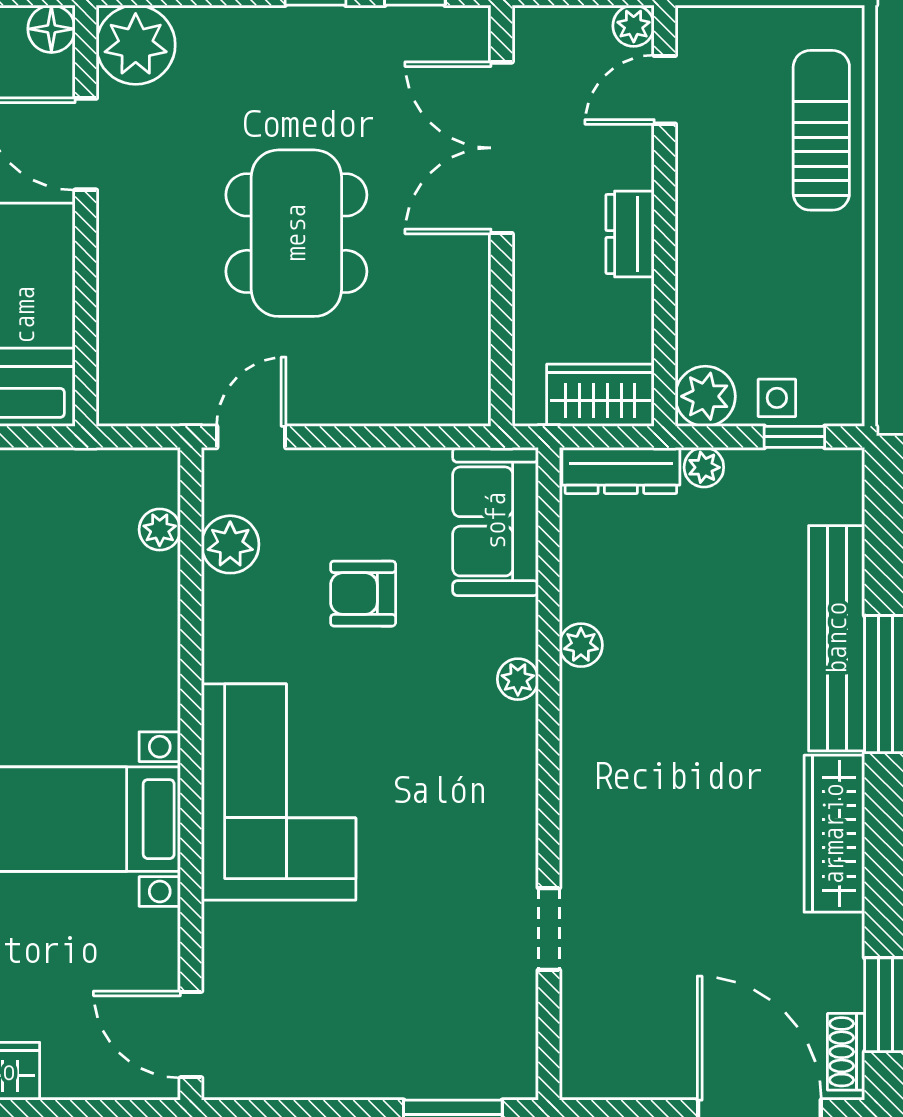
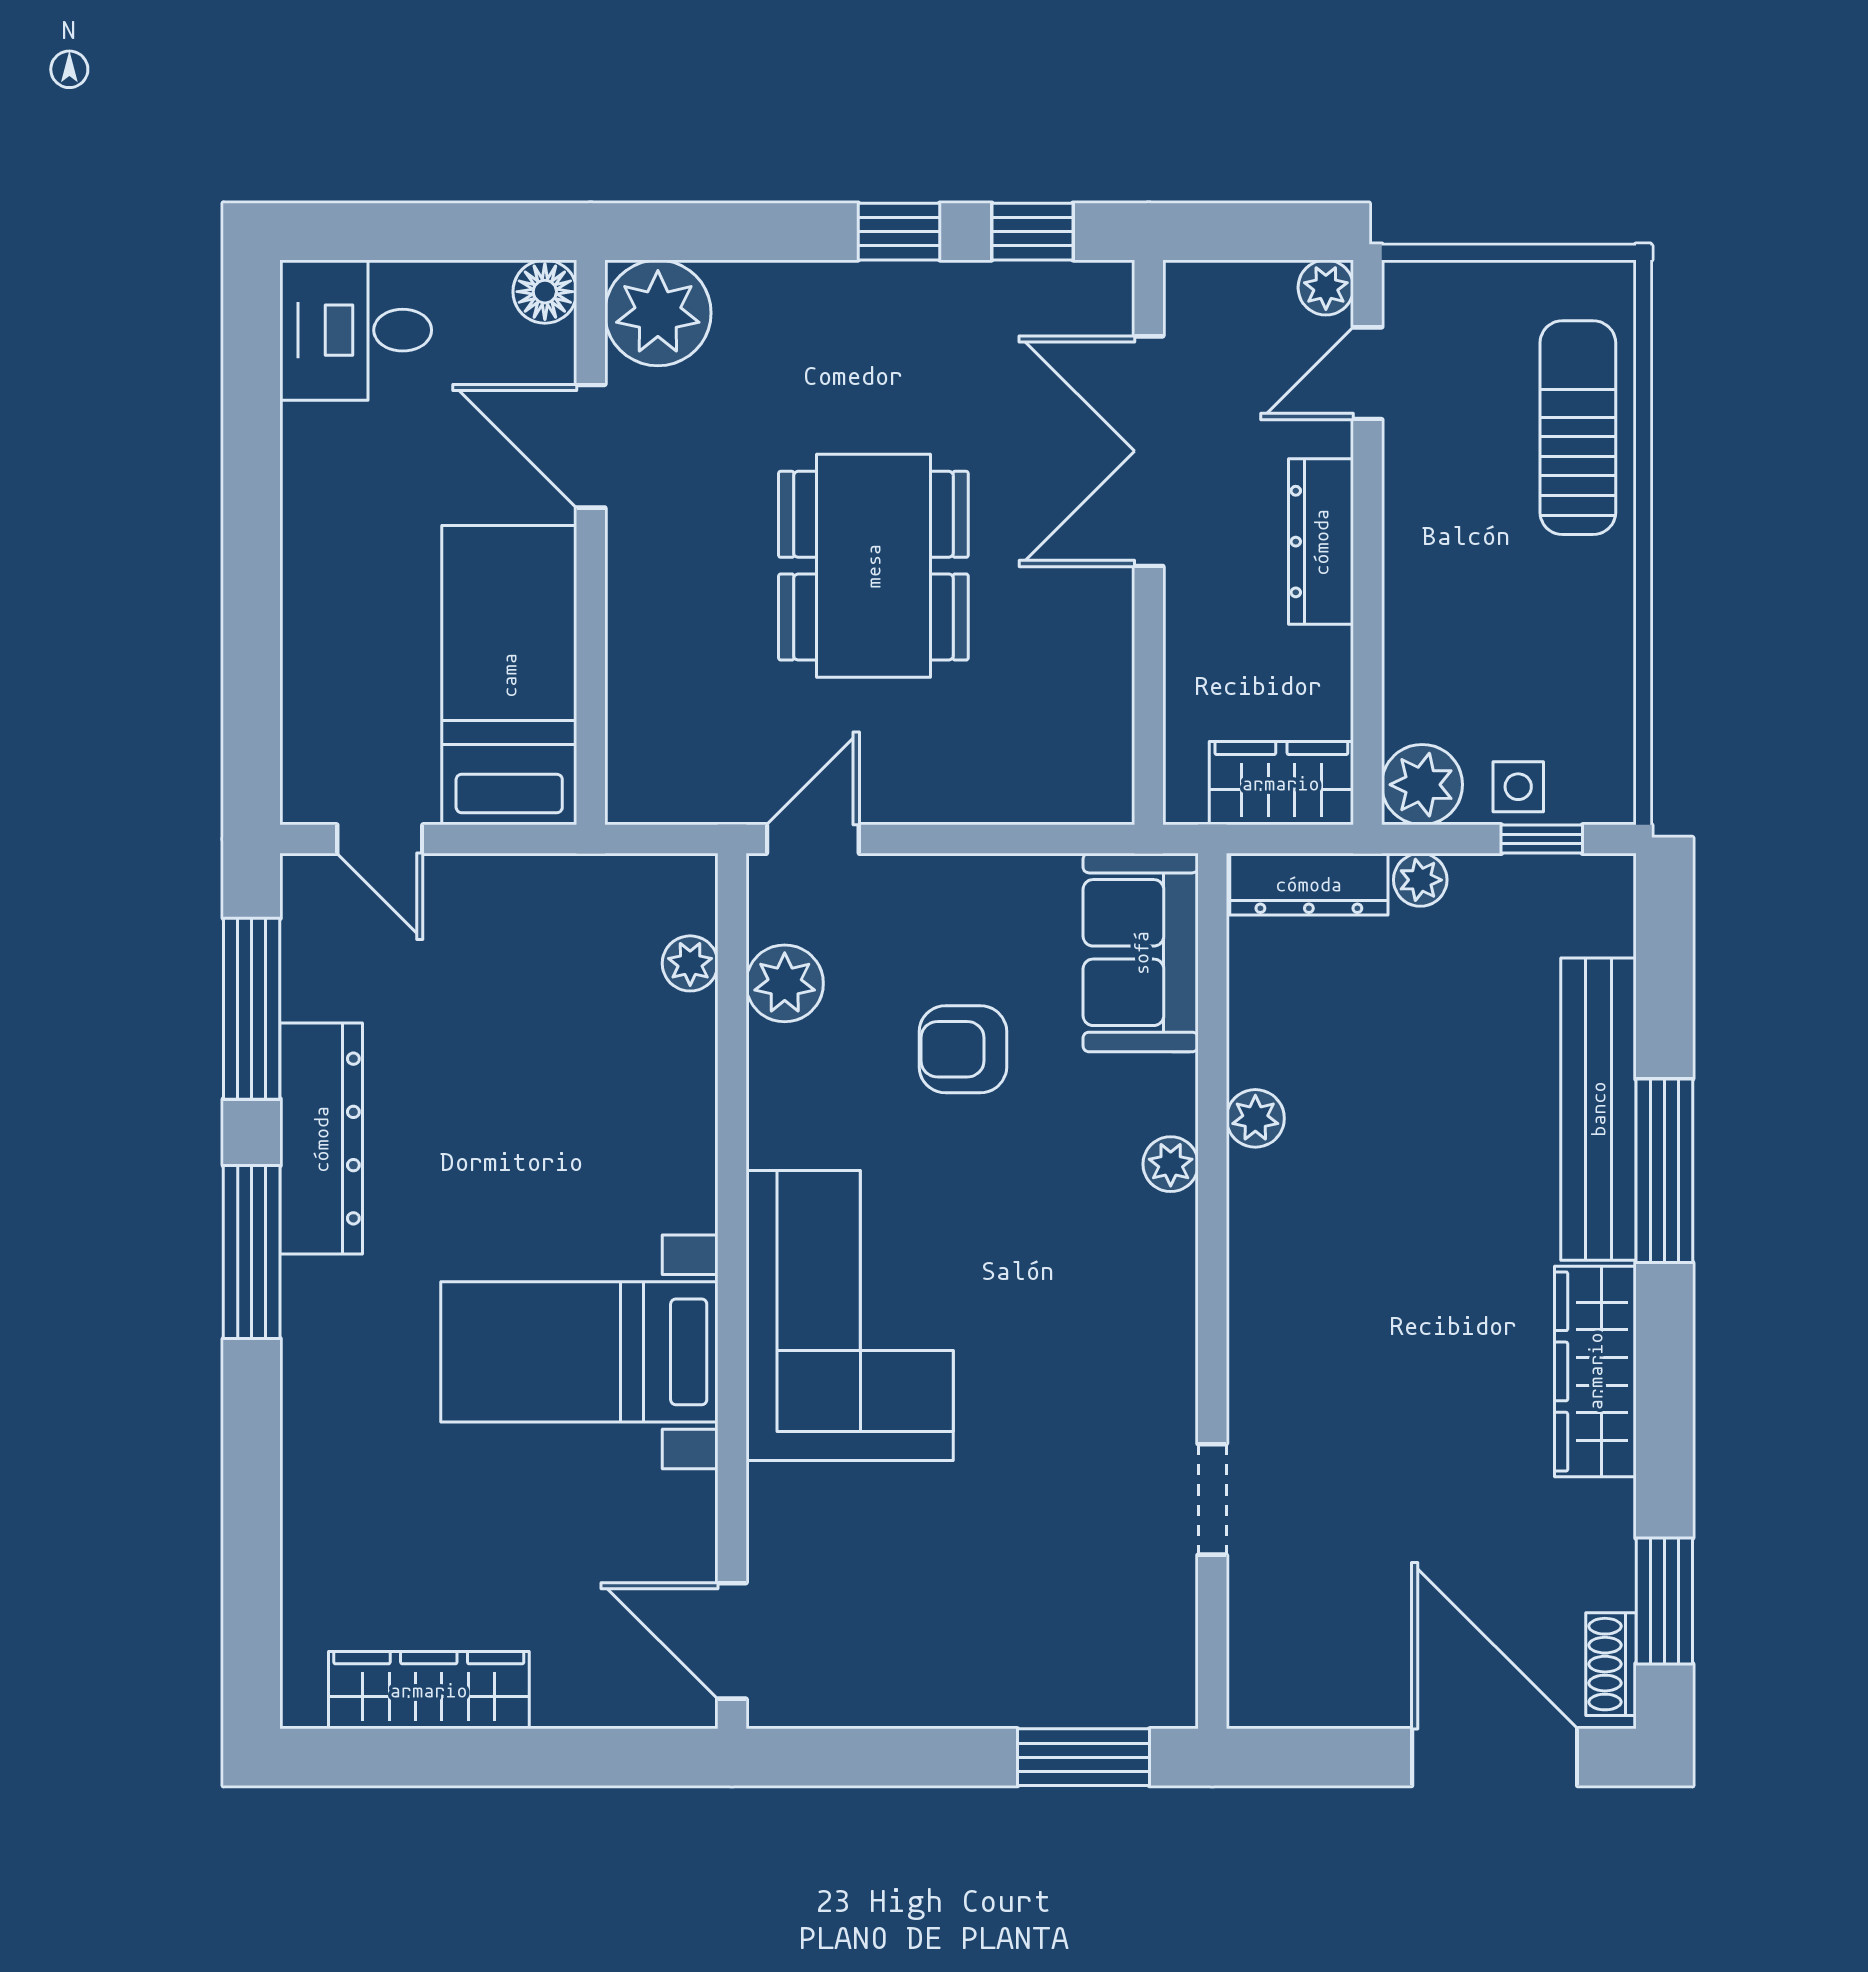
dresser: (630, 234) -> (1321, 542), width x1.44

